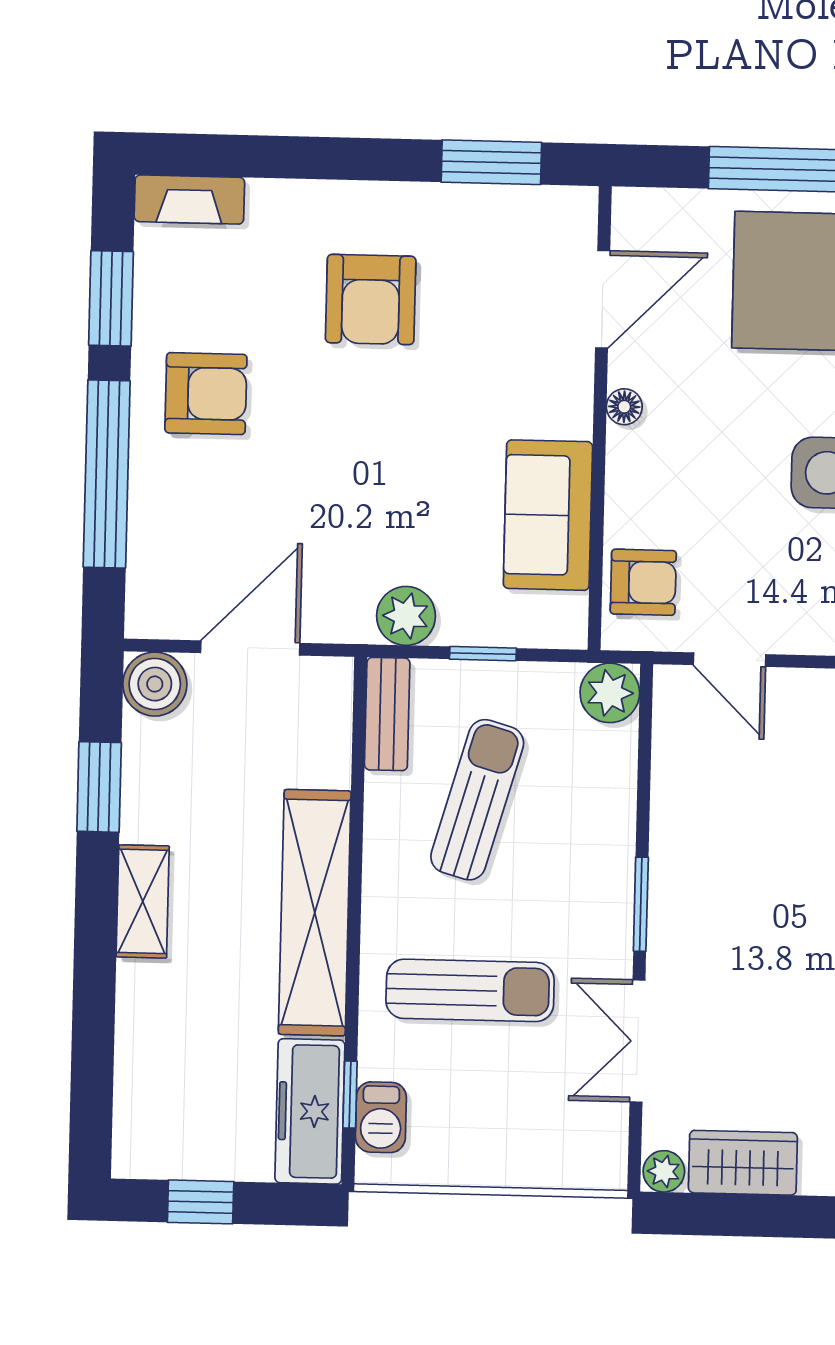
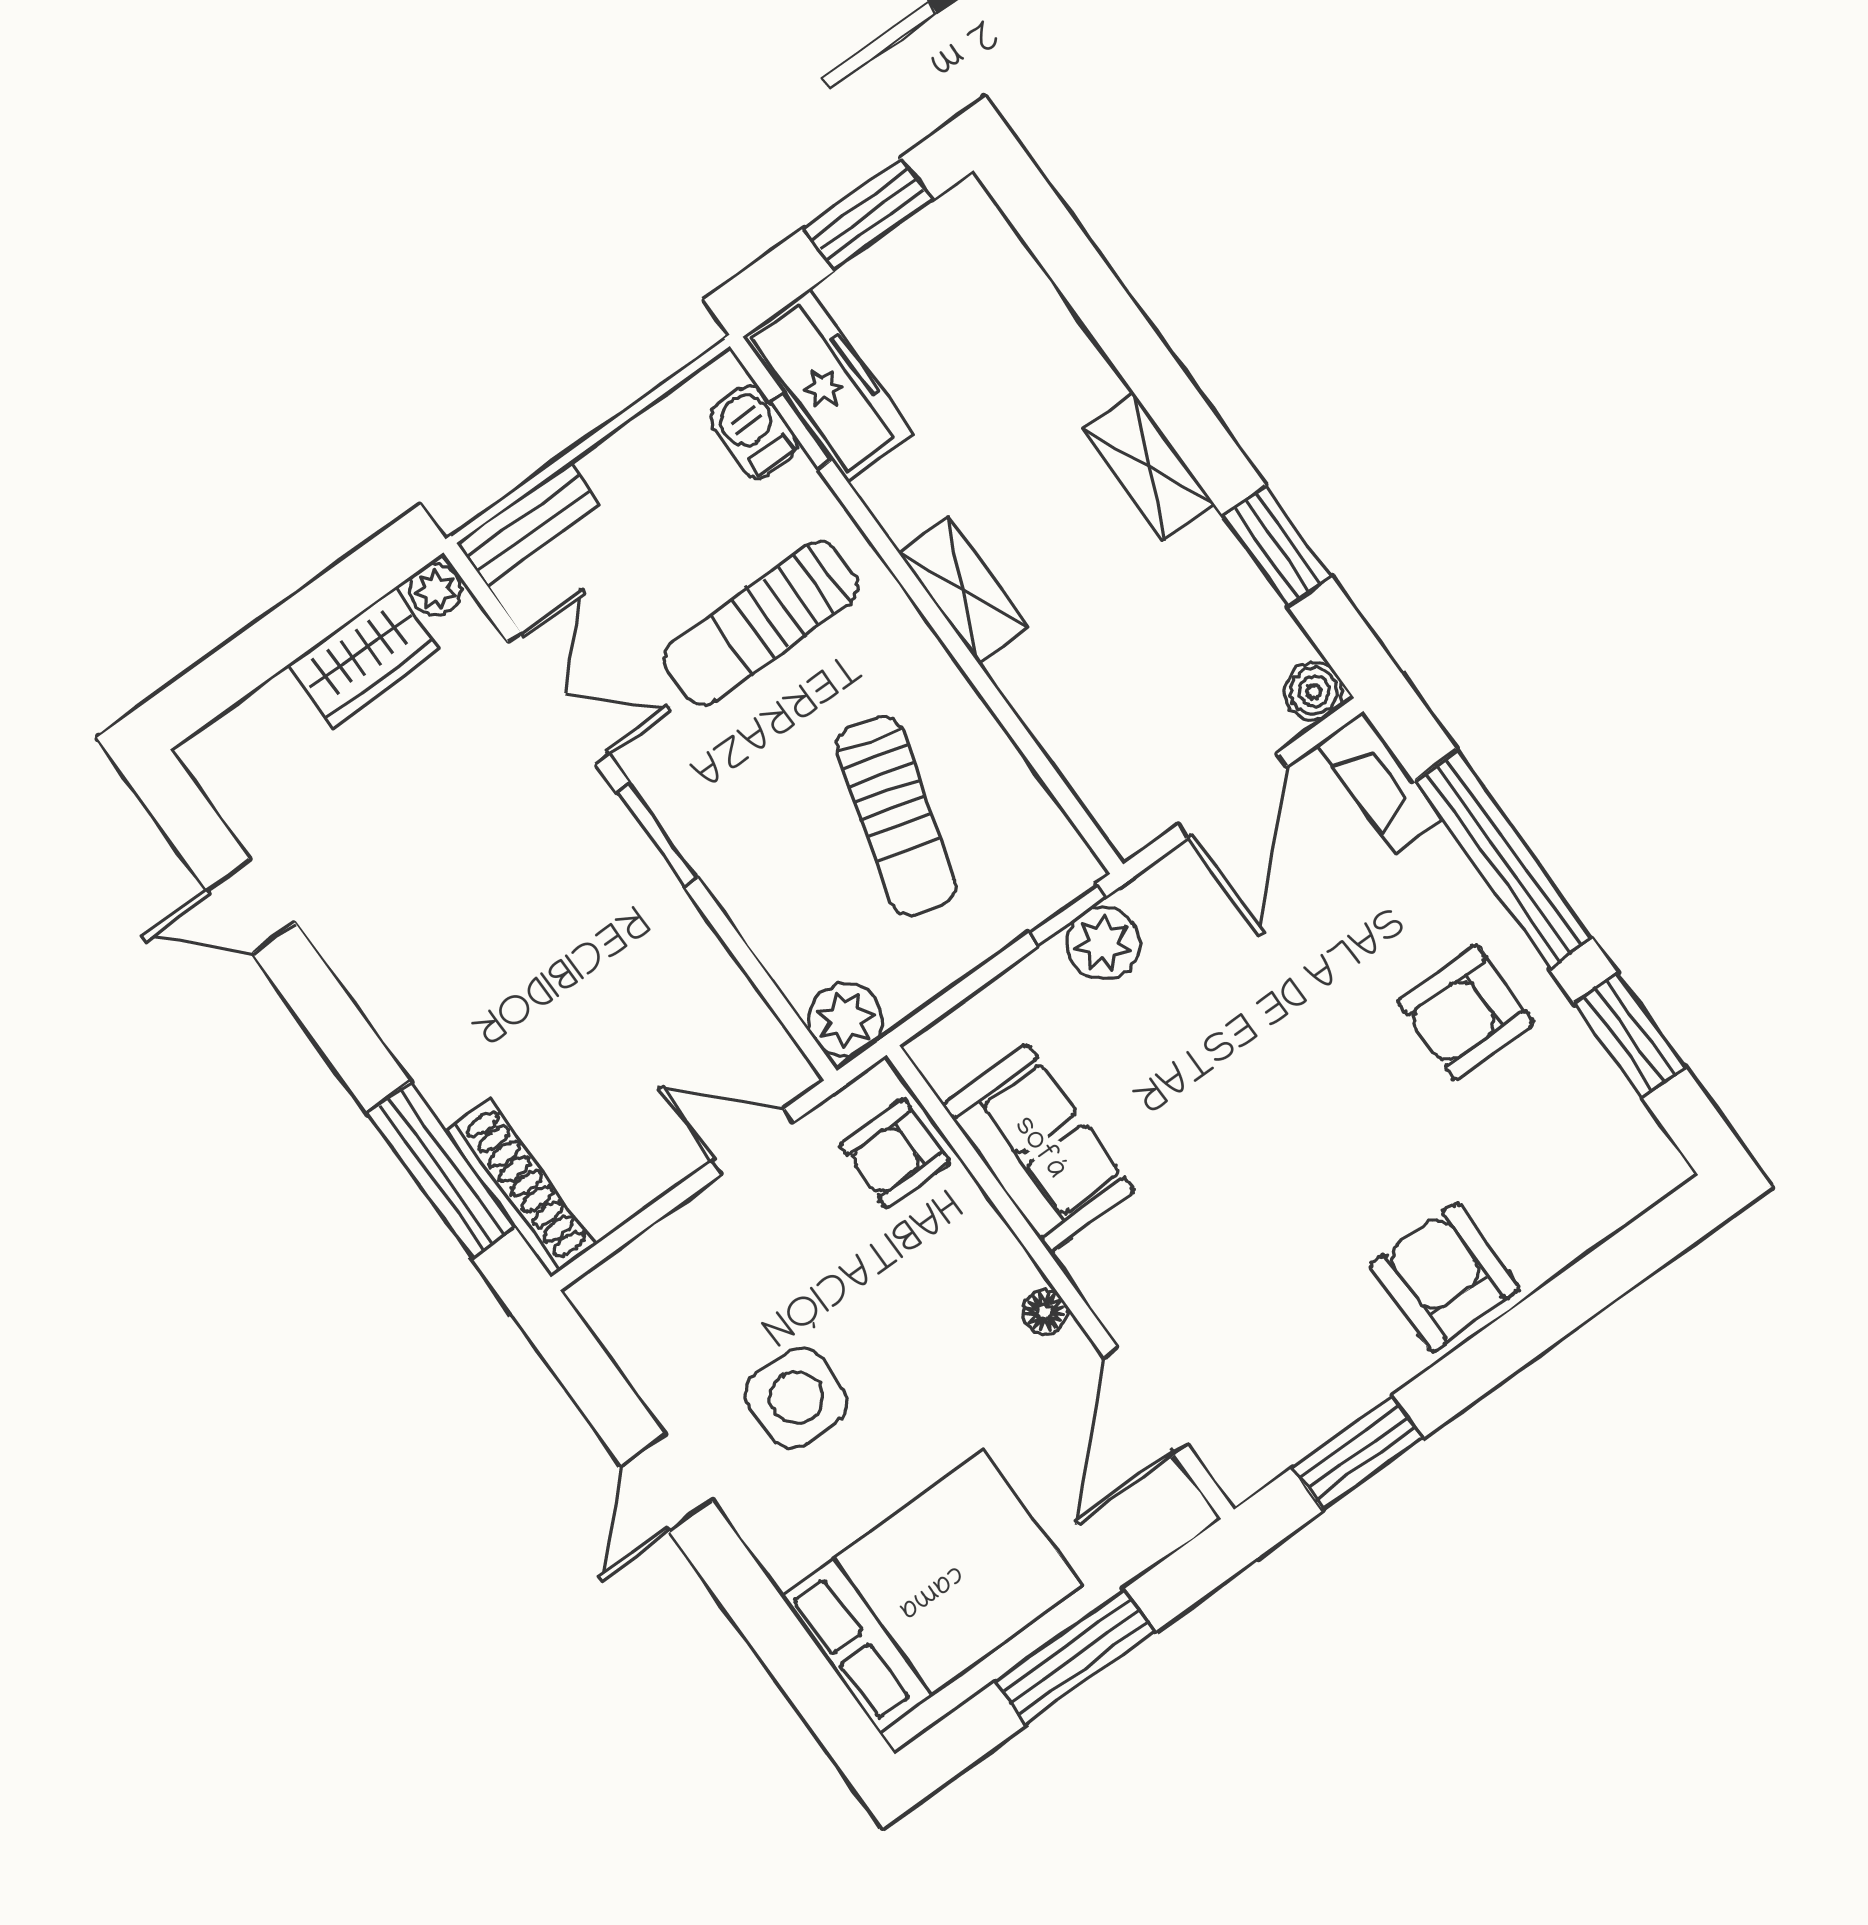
fireplace: (189, 199) -> (1380, 782), moved, turned -90
armchair: (371, 299) -> (1444, 1277), moved
window: (483, 654) -> (1067, 915), moved
boiler: (155, 684) -> (1314, 691), width x0.73, depth x0.73
bench: (387, 714) -> (528, 524), moved, turned 90
shelving: (315, 913) -> (963, 590), width x0.45, depth x0.75
window: (201, 1202) -> (868, 214), width x1.50

